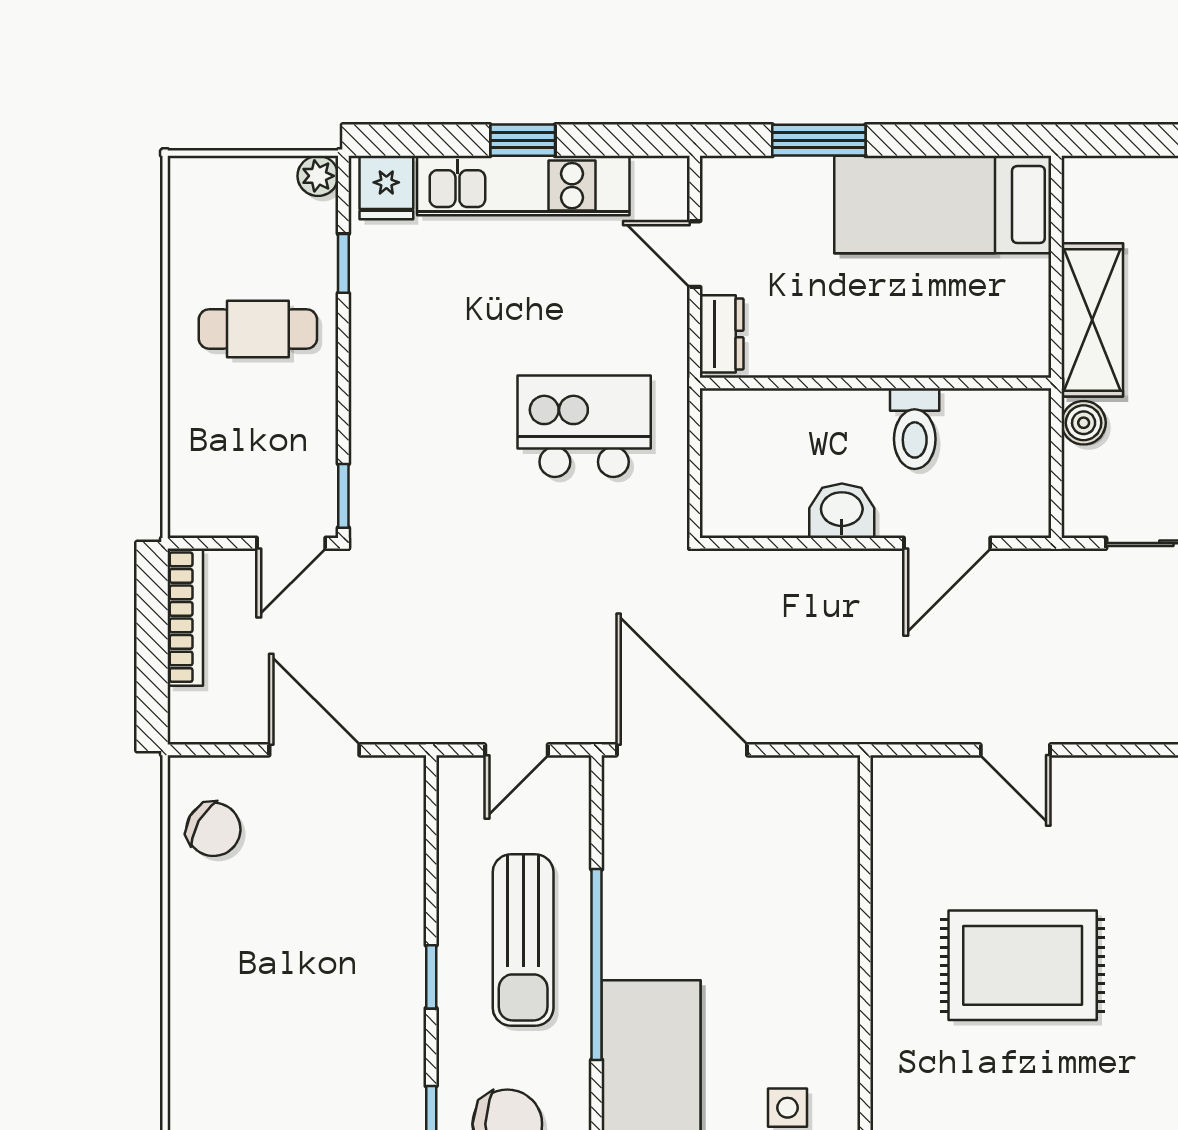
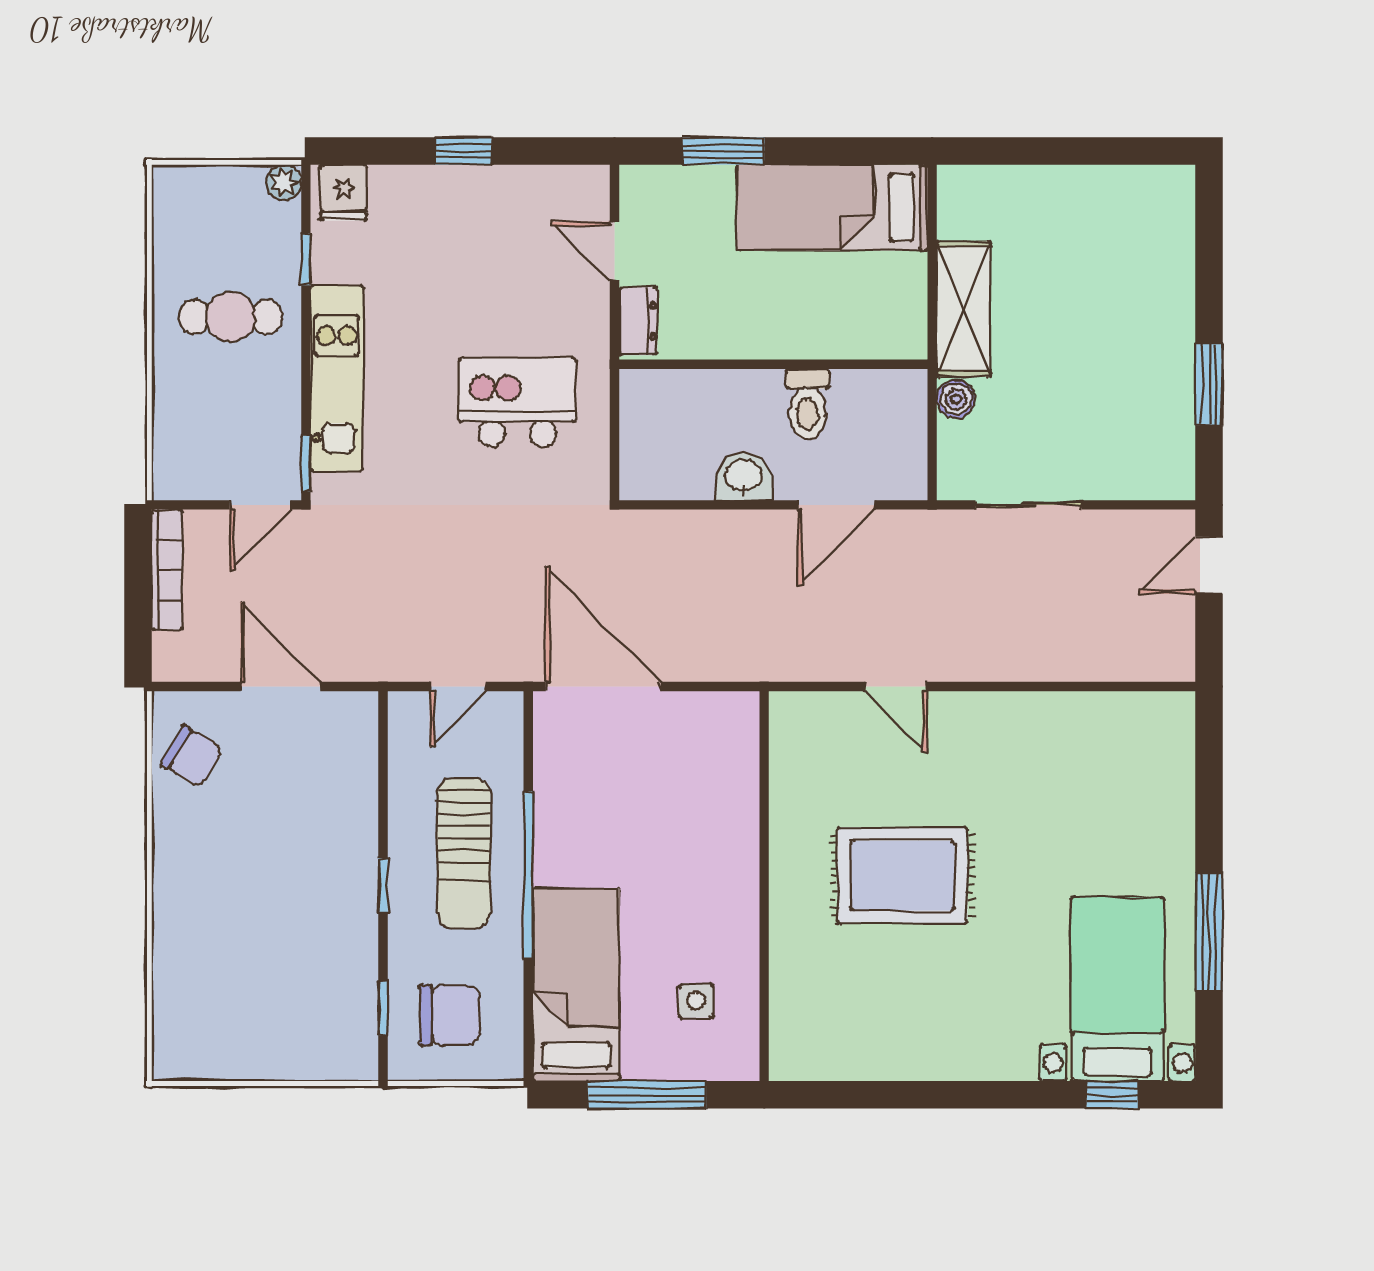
kitchen unit: (523, 186) -> (337, 378), moved, turned -90

